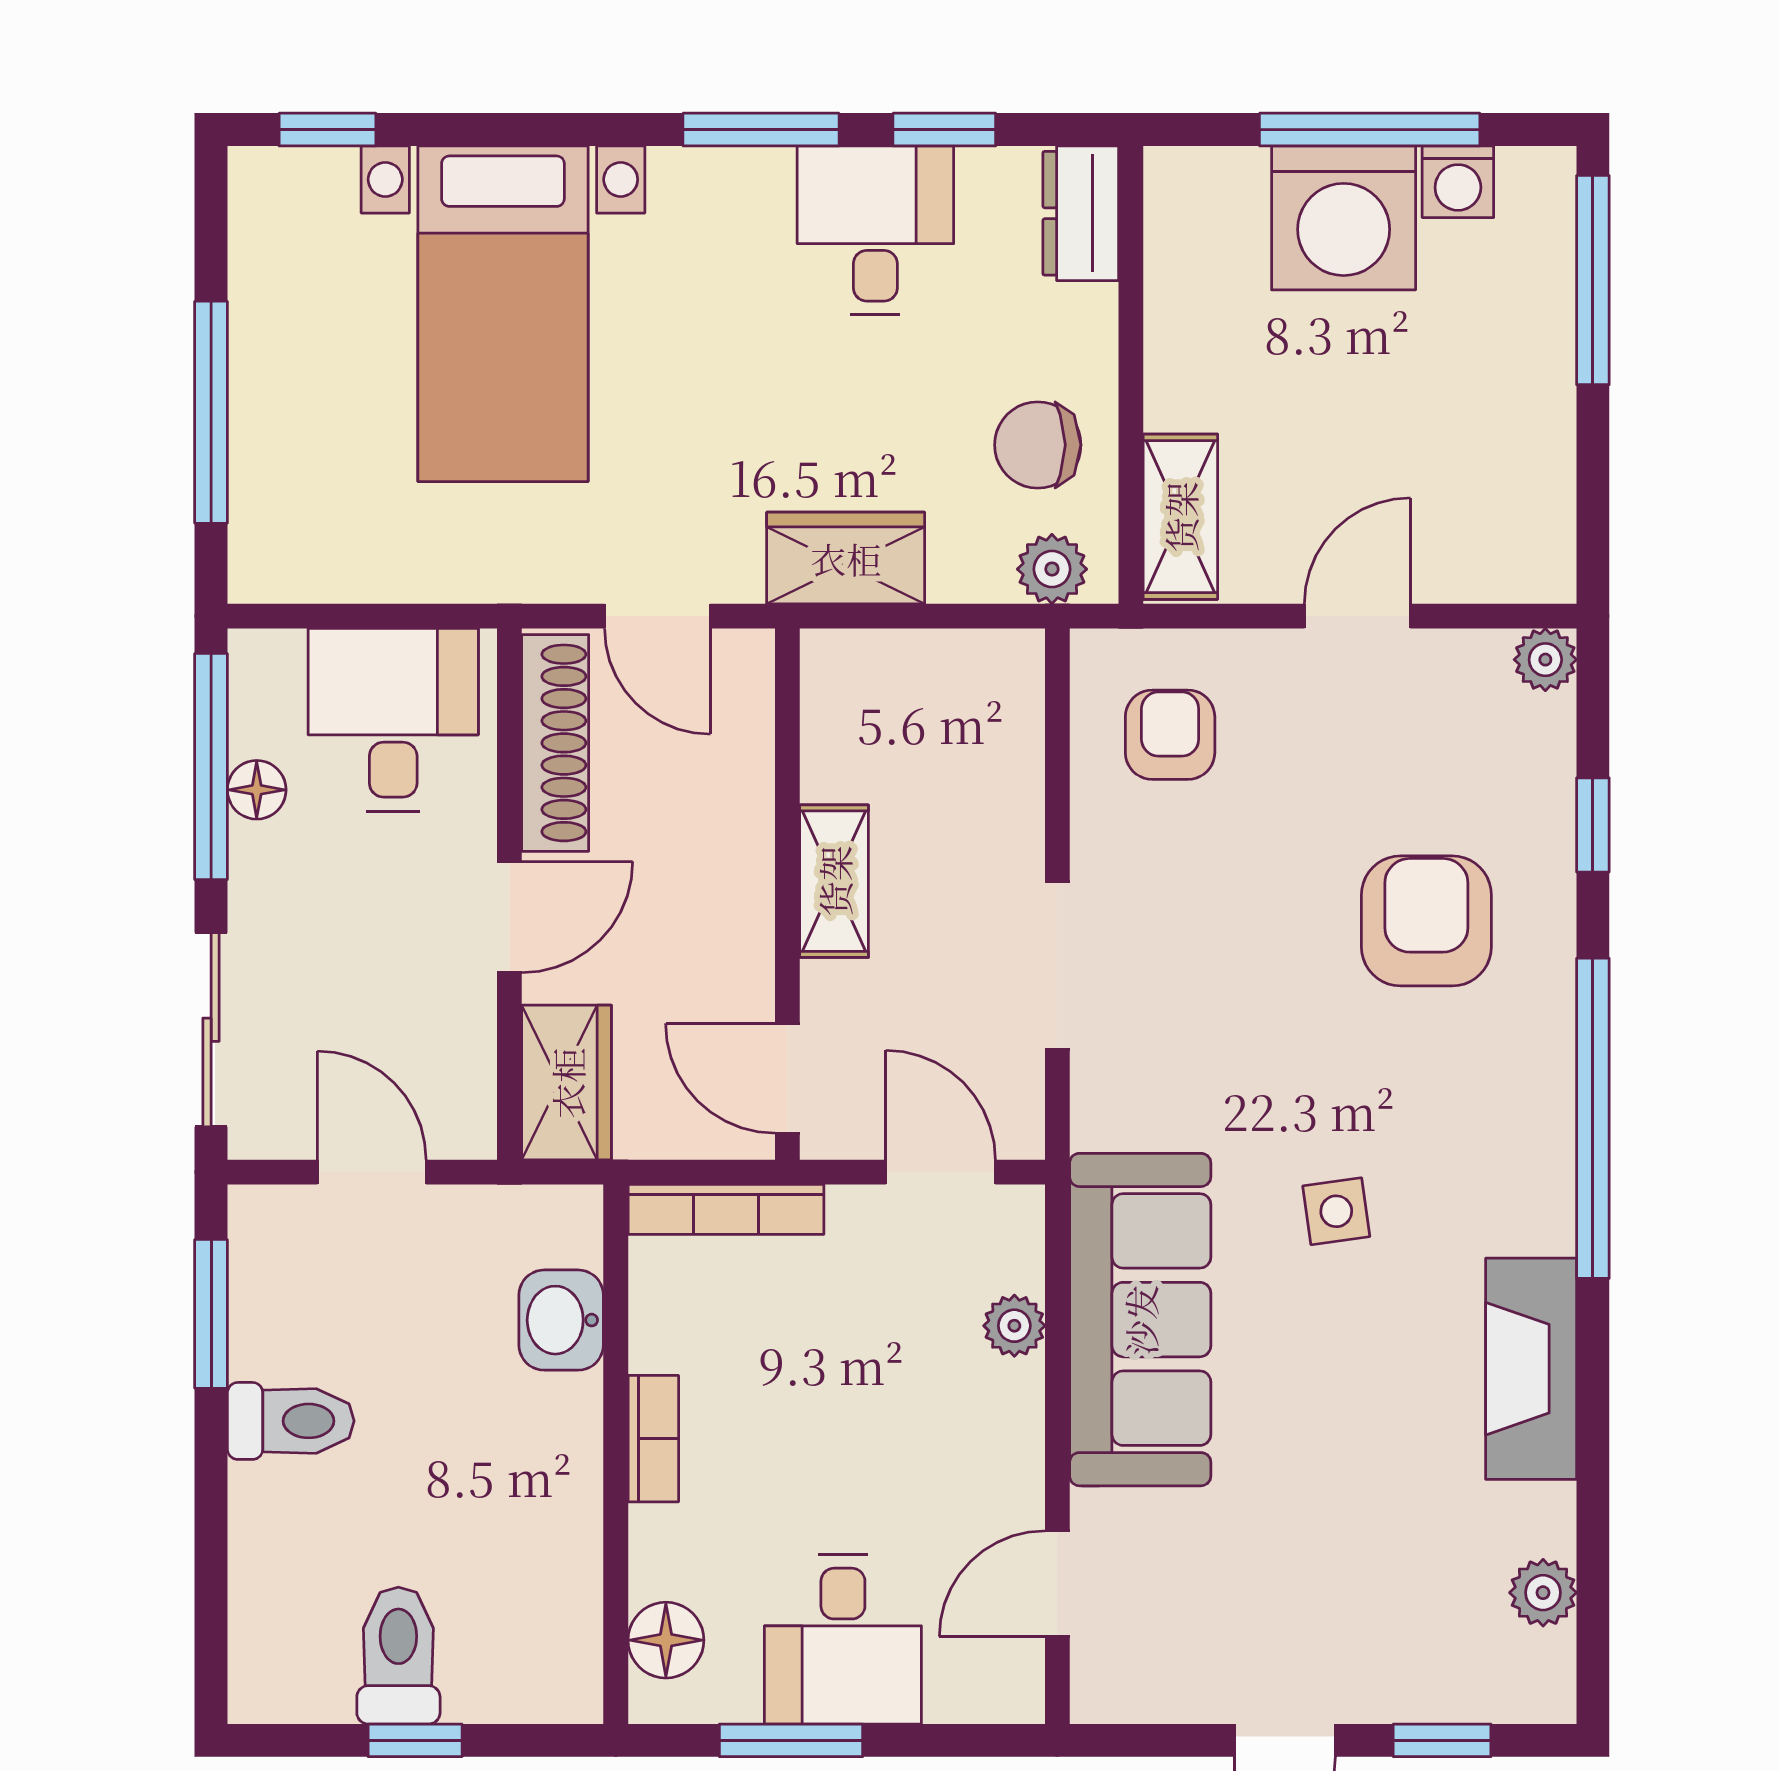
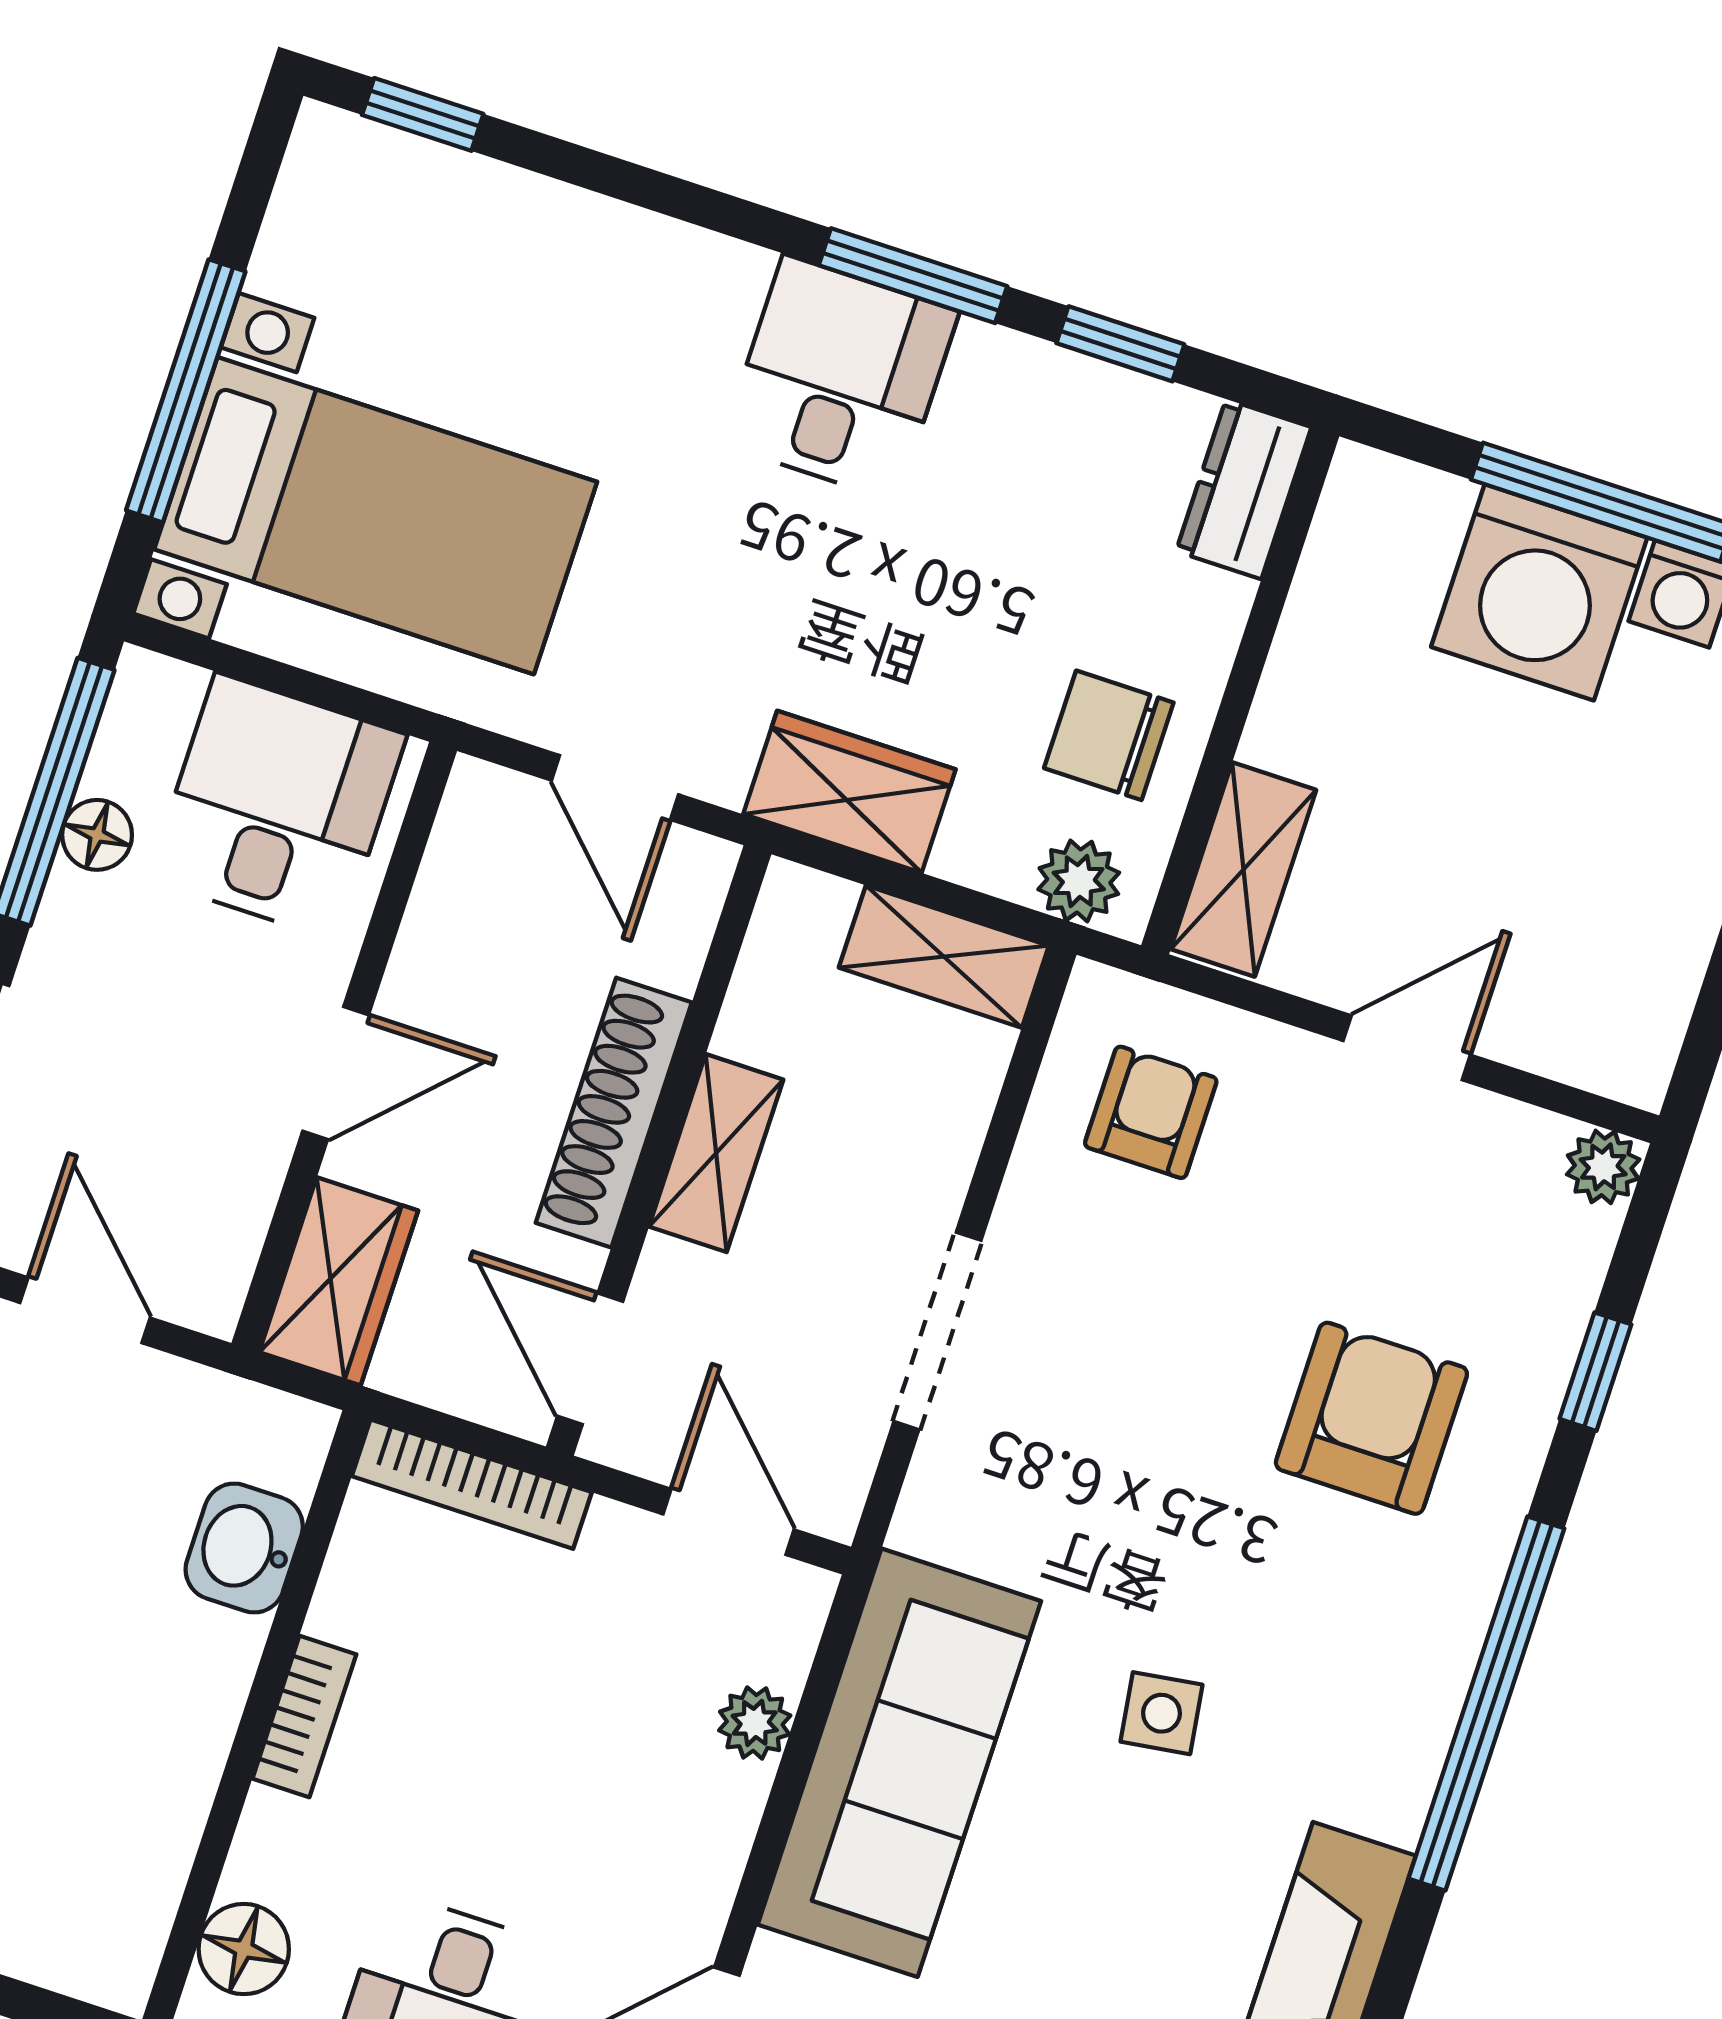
desk: (875, 230) -> (840, 378), moved
bed with nightstands: (503, 314) -> (376, 516), moved, turned -90
shelving: (964, 665) -> (944, 957), added
shoe rack: (555, 743) -> (614, 1113), moved, turned 180

